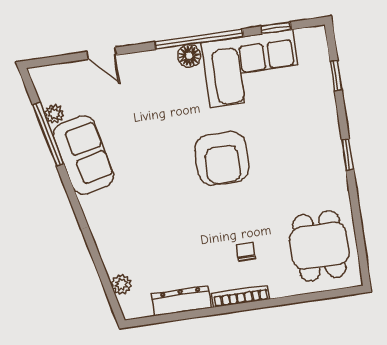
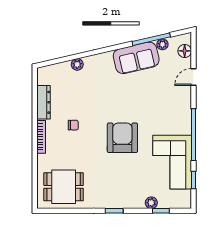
floor lamp: (189, 56) -> (185, 51), moved
plant: (325, 94) -> (151, 203), added
armchair: (222, 159) -> (122, 138), turned 90
chair: (246, 252) -> (73, 125), moved
plant: (121, 284) -> (77, 64), moved

